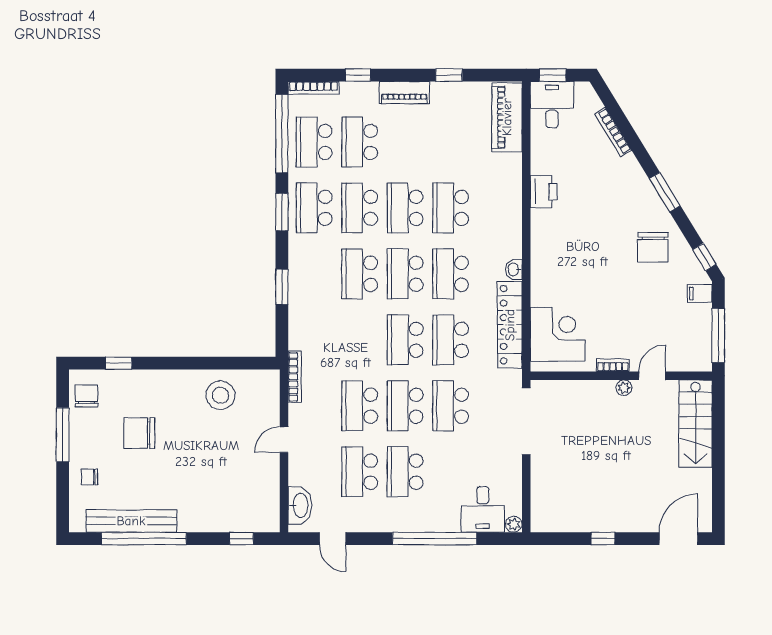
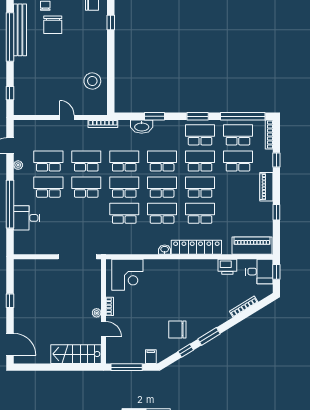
printer: (544, 192) -> (227, 267), moved
window: (704, 257) -> (186, 351), moved
locker: (510, 325) -> (196, 247), moved
school desk: (451, 406) -> (124, 161), moved
chair: (139, 433) -> (53, 25), moved, turned 180
washbasin: (300, 505) -> (142, 127), moved
desk: (483, 509) -> (27, 218), moved
plant: (514, 524) -> (18, 165), moved

